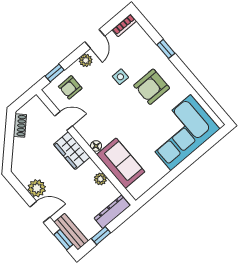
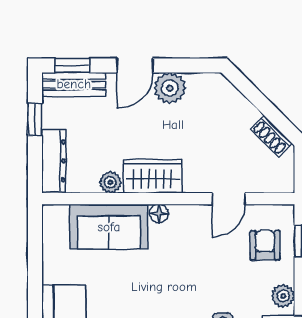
wardrobe: (72, 151) -> (153, 176), moved

